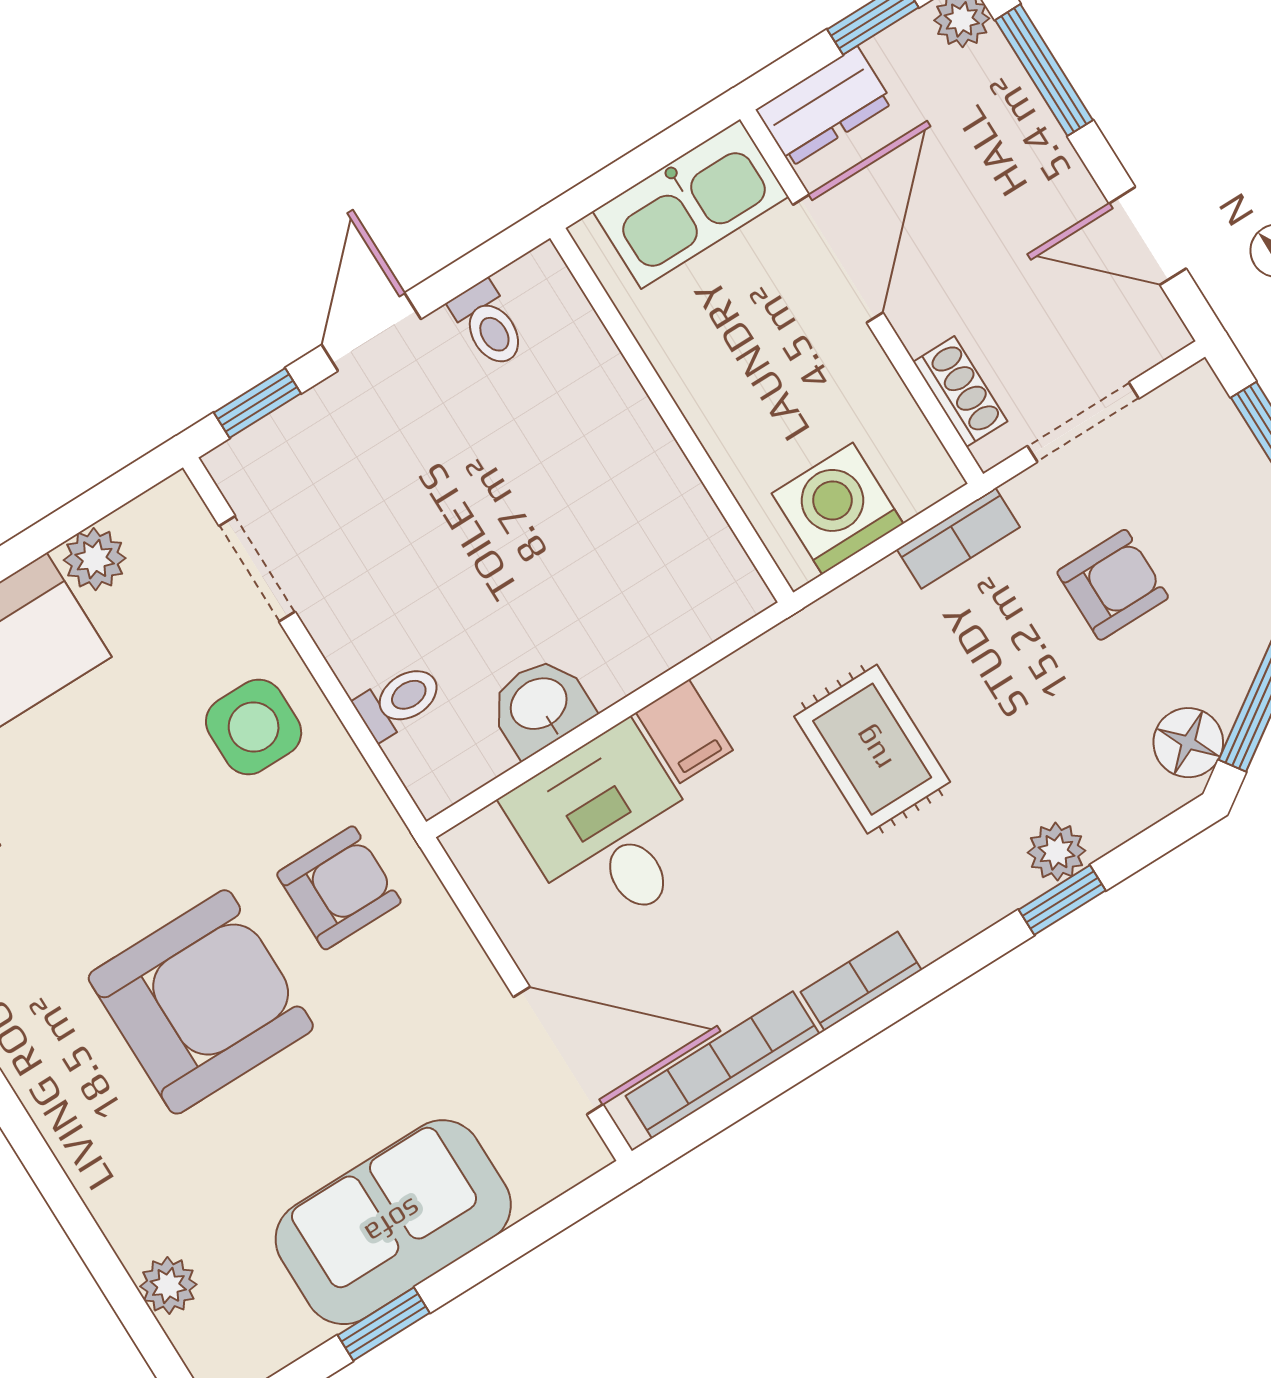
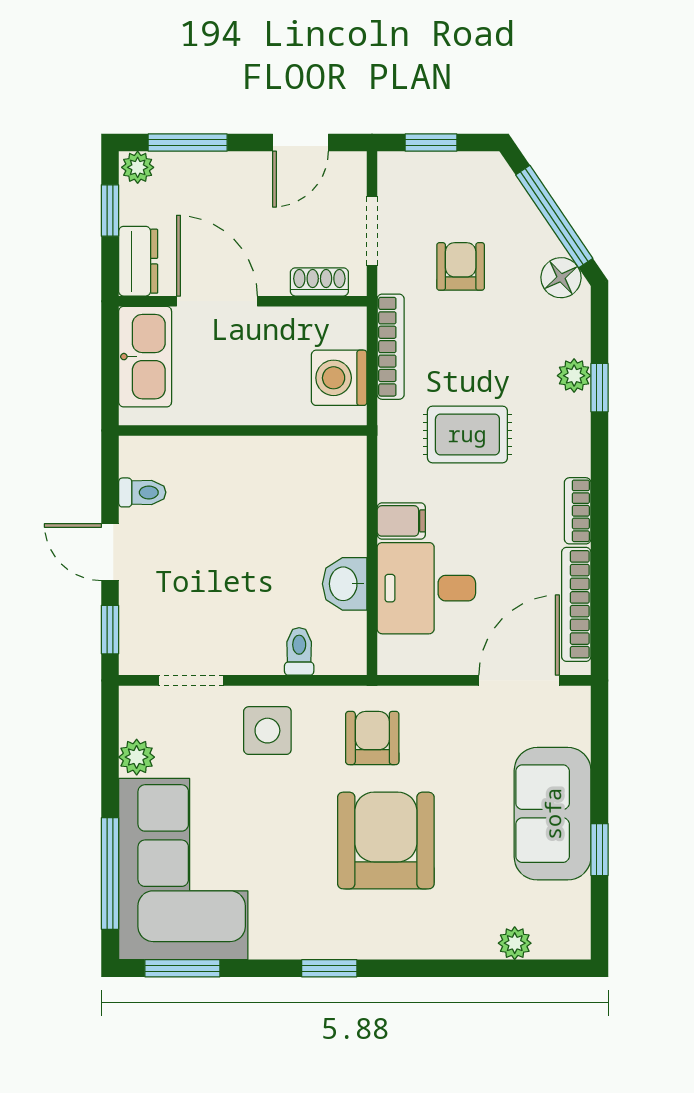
bookcase: (958, 538) -> (391, 347), width x1.56

